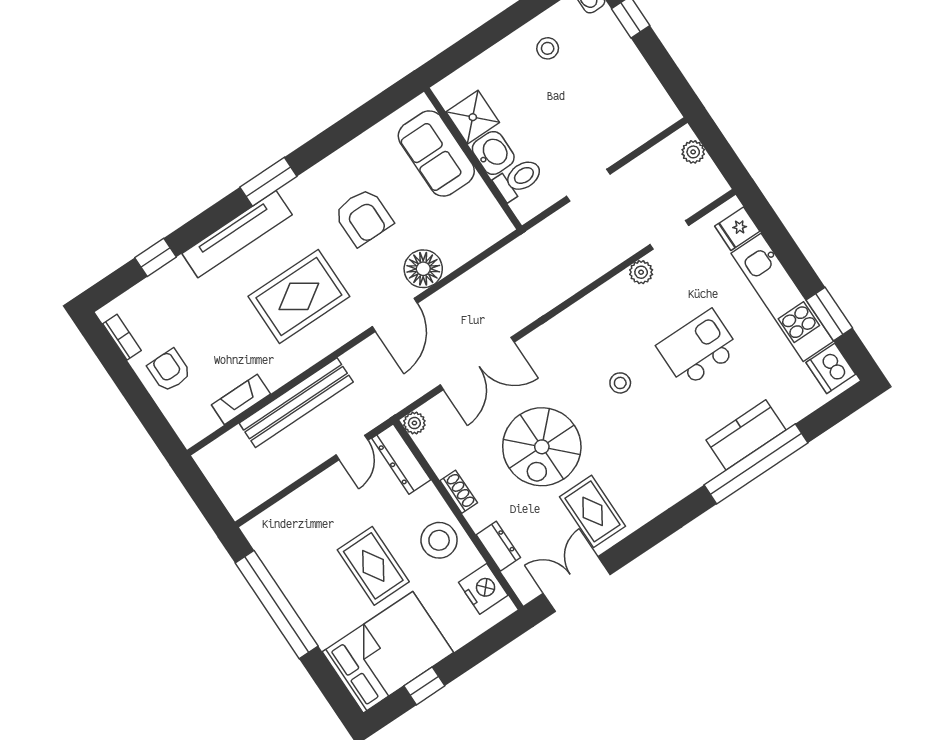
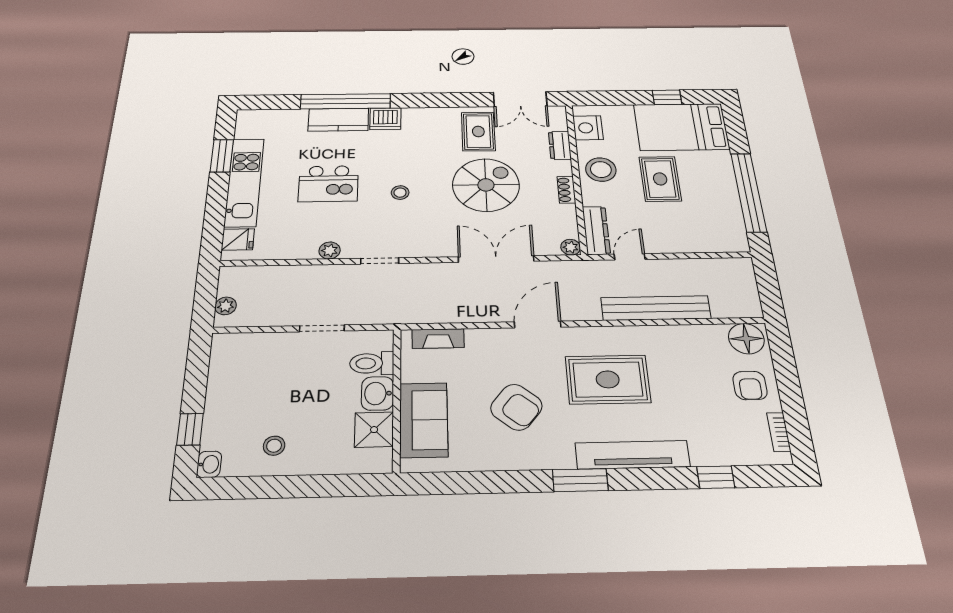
armchair: (363, 217) -> (516, 407), turned 129
doorway: (669, 235) -> (380, 261), moved
floor lamp: (423, 269) -> (746, 339), moved
dishwasher: (831, 368) -> (385, 119), moved, turned 90
fireplace: (241, 399) -> (438, 339), moved

